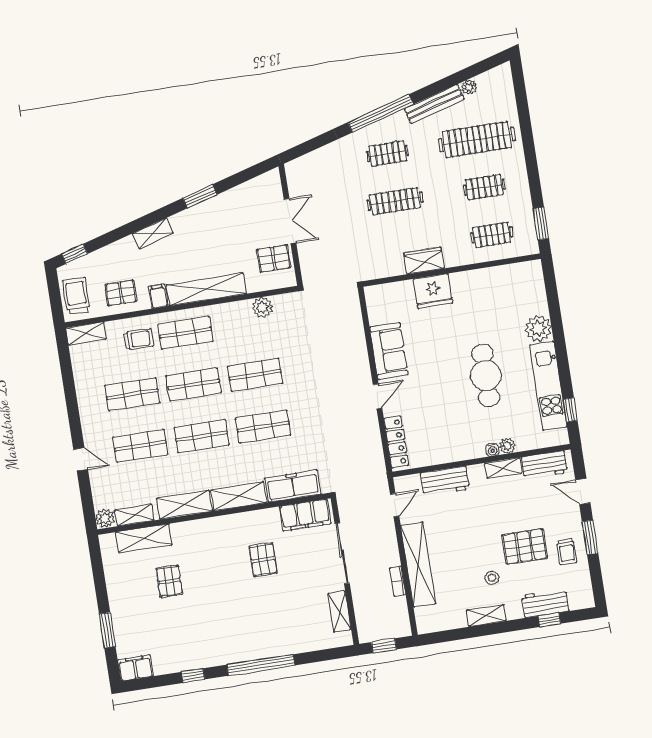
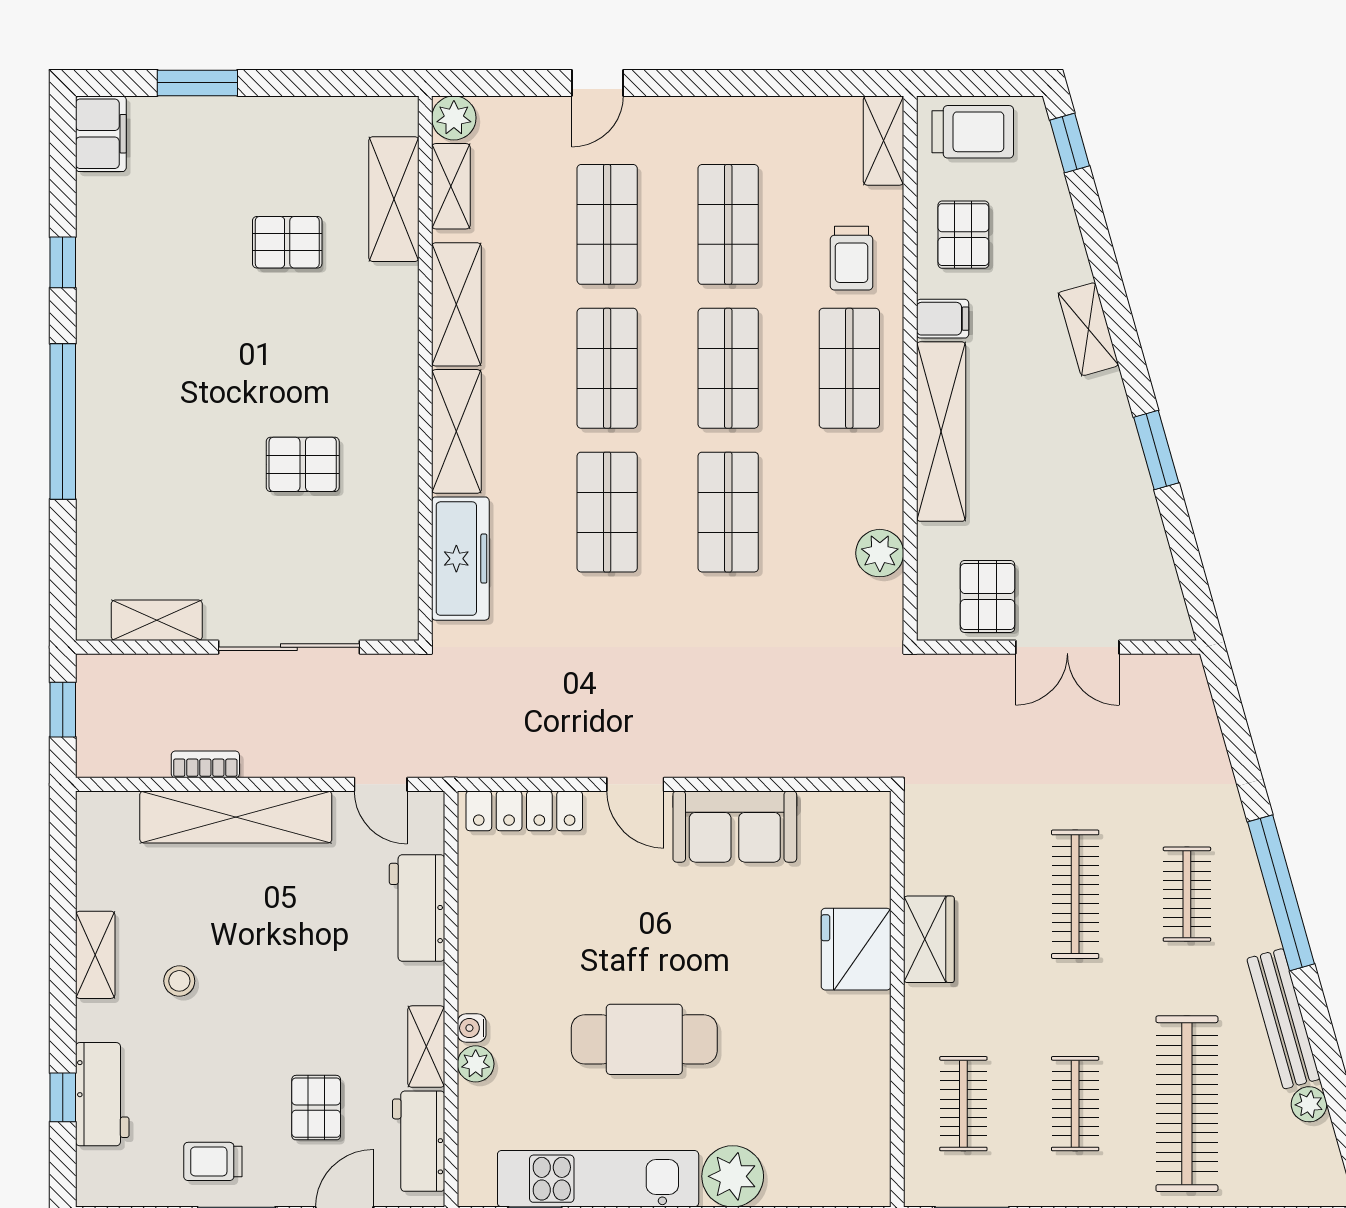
filing cabinet: (305, 515) -> (390, 576), removed
pallet: (525, 546) -> (316, 1108), moved, width x0.67, depth x0.71

